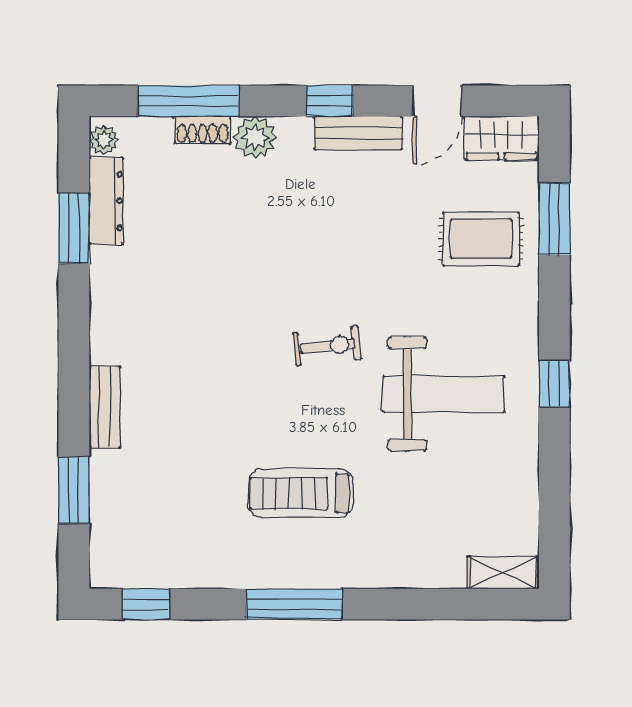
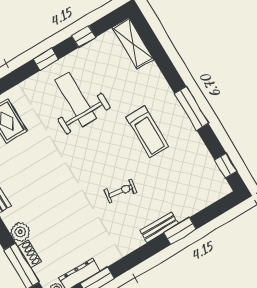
exercise bike: (327, 346) -> (121, 191), moved, turned 105
window: (554, 481) -> (84, 37), added
window: (74, 490) -> (180, 231), moved
shelving: (503, 573) -> (133, 43), width x1.50, depth x1.33

